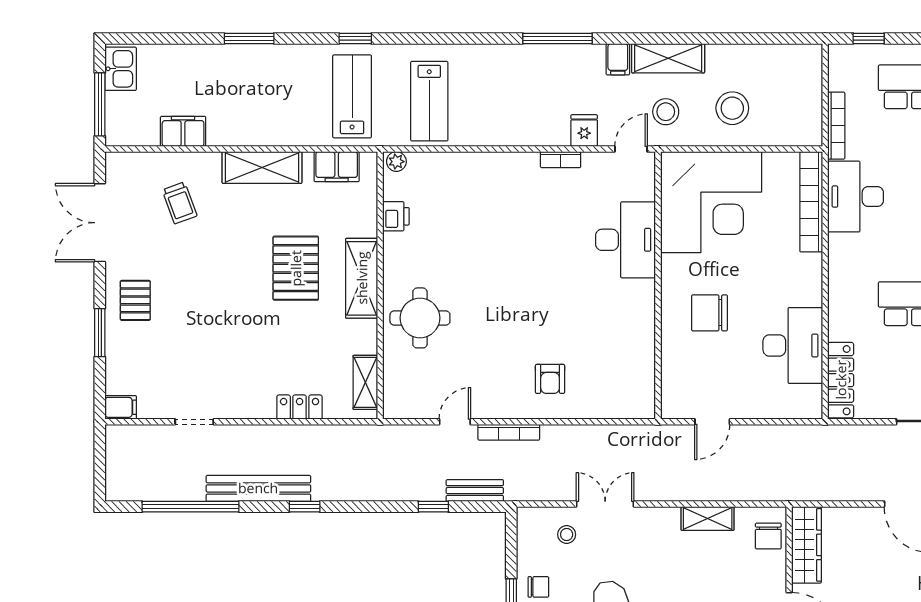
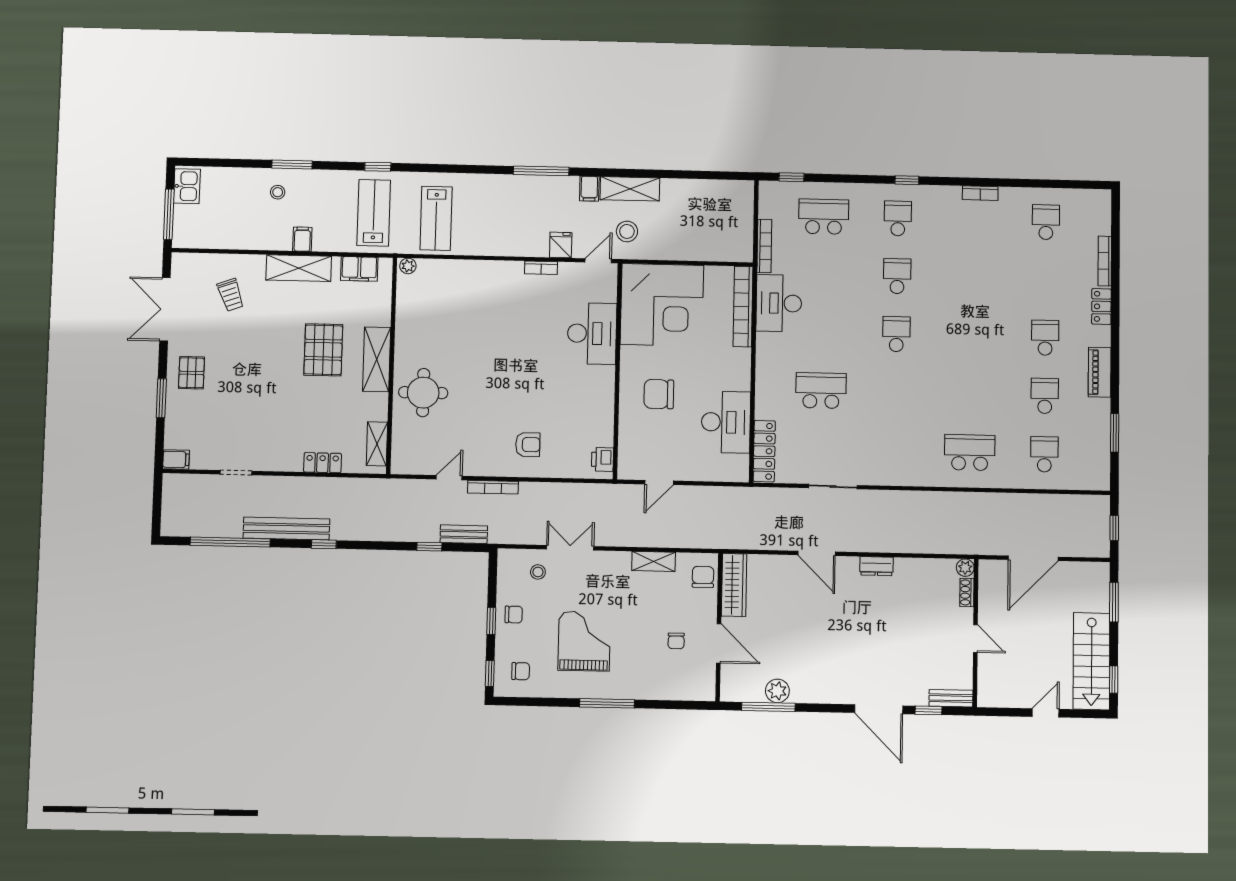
stool: (732, 108) -> (278, 192), moved, width x0.53, depth x0.53
filing cabinet: (183, 131) -> (302, 239), moved, width x0.50
printer: (396, 216) -> (602, 459), moved, turned 180
armchair: (550, 379) -> (528, 445), turned -90
chair: (768, 536) -> (703, 577), turned 180

